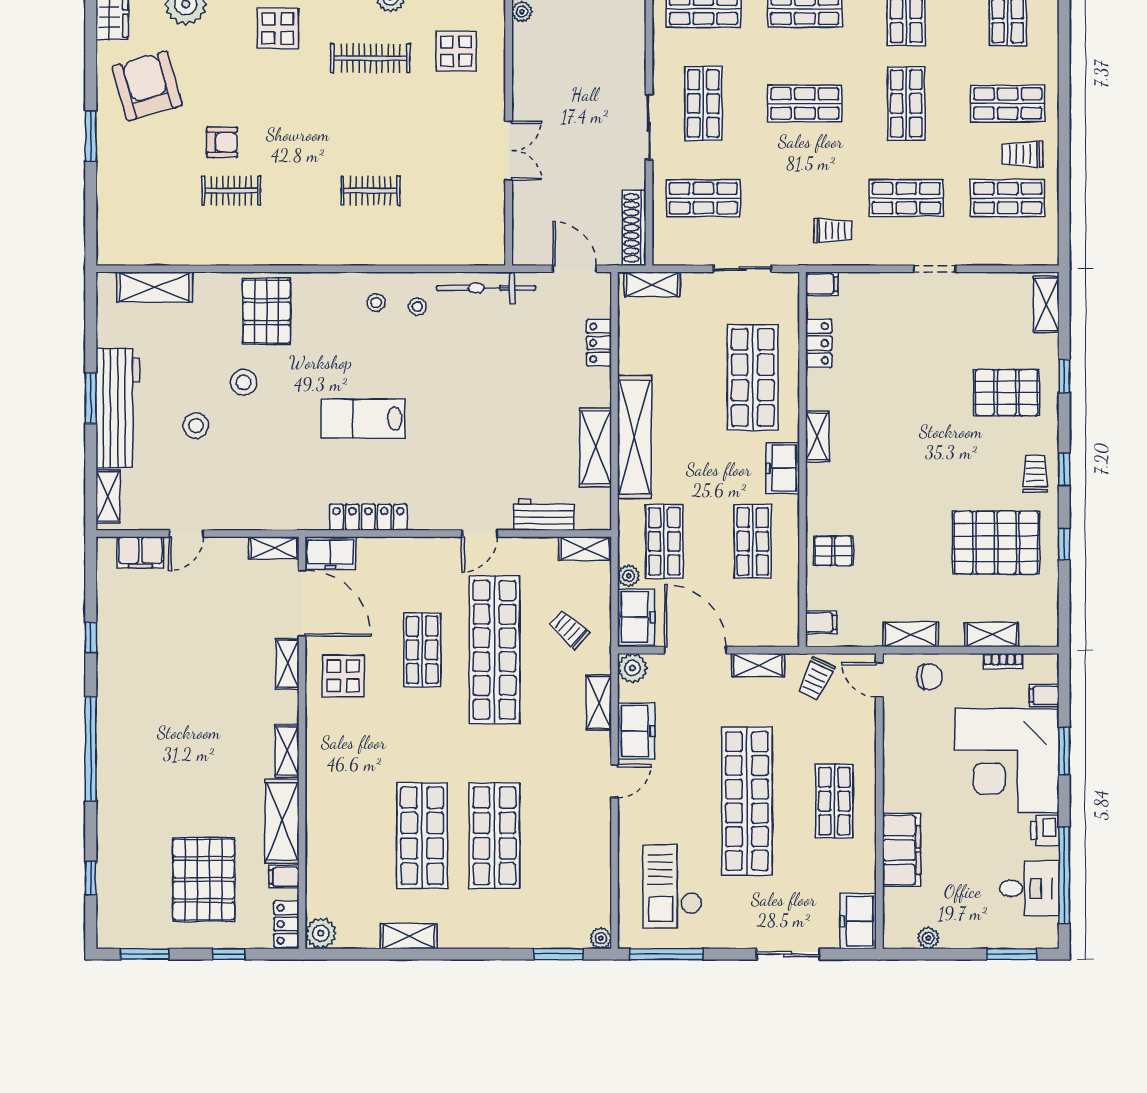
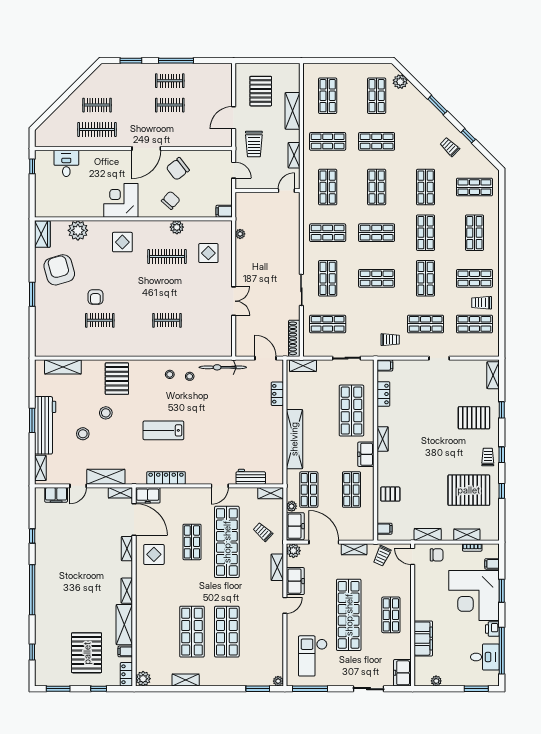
armchair: (222, 142) -> (95, 297), turned 90
shelving: (596, 448) -> (106, 477), moved, turned 90

